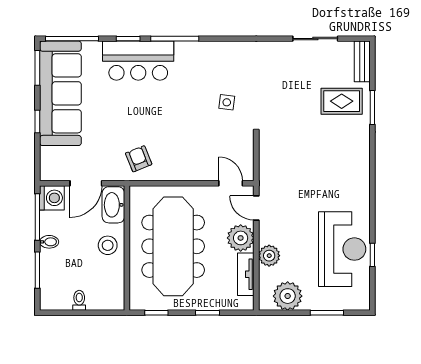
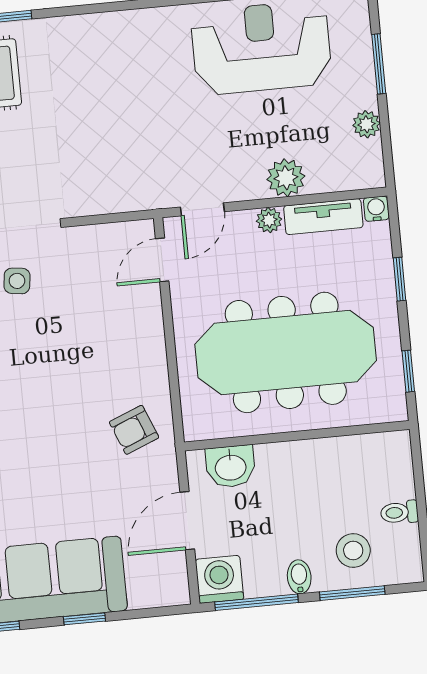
door: (86, 183) -> (187, 521), swing flipped
washbasin: (113, 205) -> (230, 467), width x0.72
plant: (241, 238) -> (269, 220), width x0.53, depth x0.53
stool: (108, 245) -> (353, 551), moved
plant: (288, 296) -> (366, 124), width x0.53, depth x0.53
water cooler: (247, 304) -> (376, 209), added

